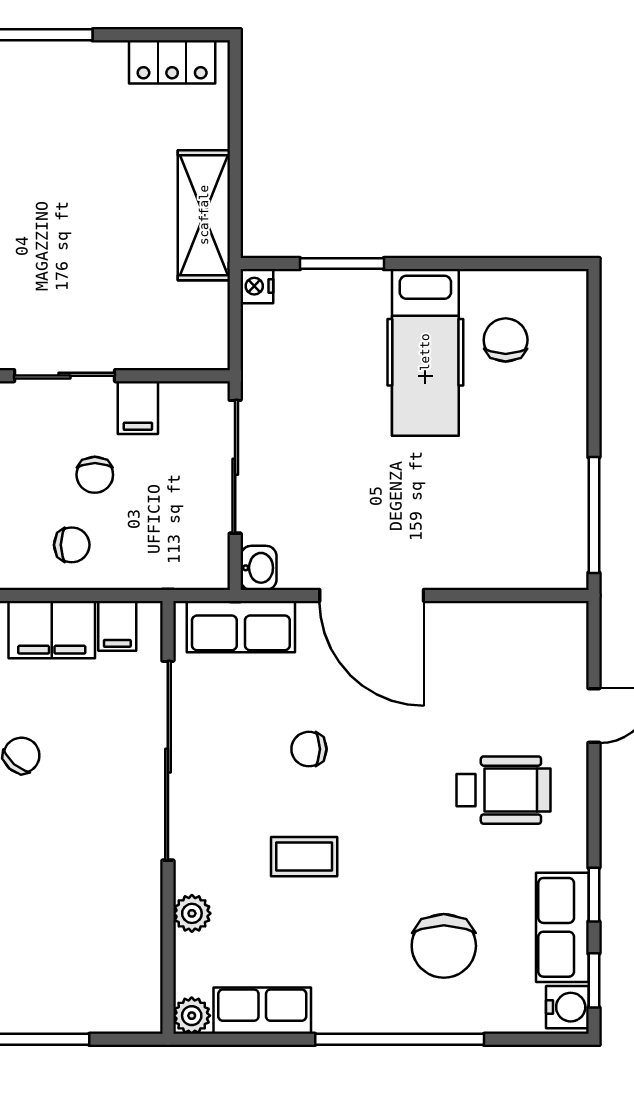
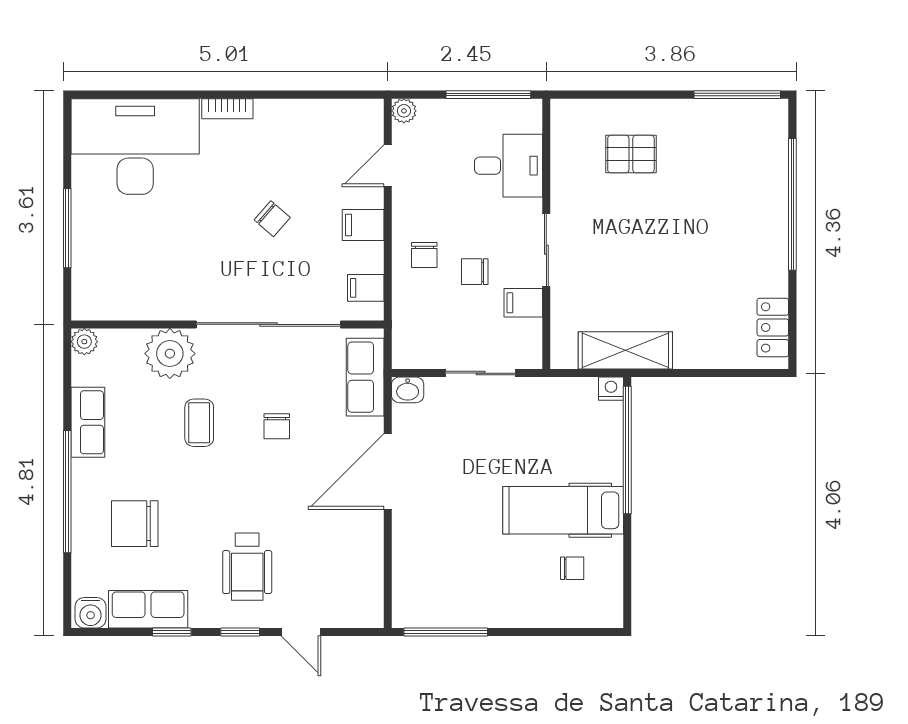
shelving: (204, 215) -> (625, 350), moved
window: (342, 264) -> (627, 450), width x2.11
chair: (506, 340) -> (572, 568), width x0.73, depth x0.73
sliding door: (235, 467) -> (481, 373), width x0.73
filing cabinet: (52, 630) -> (363, 225), width x0.50
chair: (309, 749) -> (277, 426), turned 180
plant: (192, 913) -> (170, 354), width x1.88, depth x1.88
window: (594, 980) -> (240, 632), moved
row of seats: (262, 1011) -> (88, 422), moved

